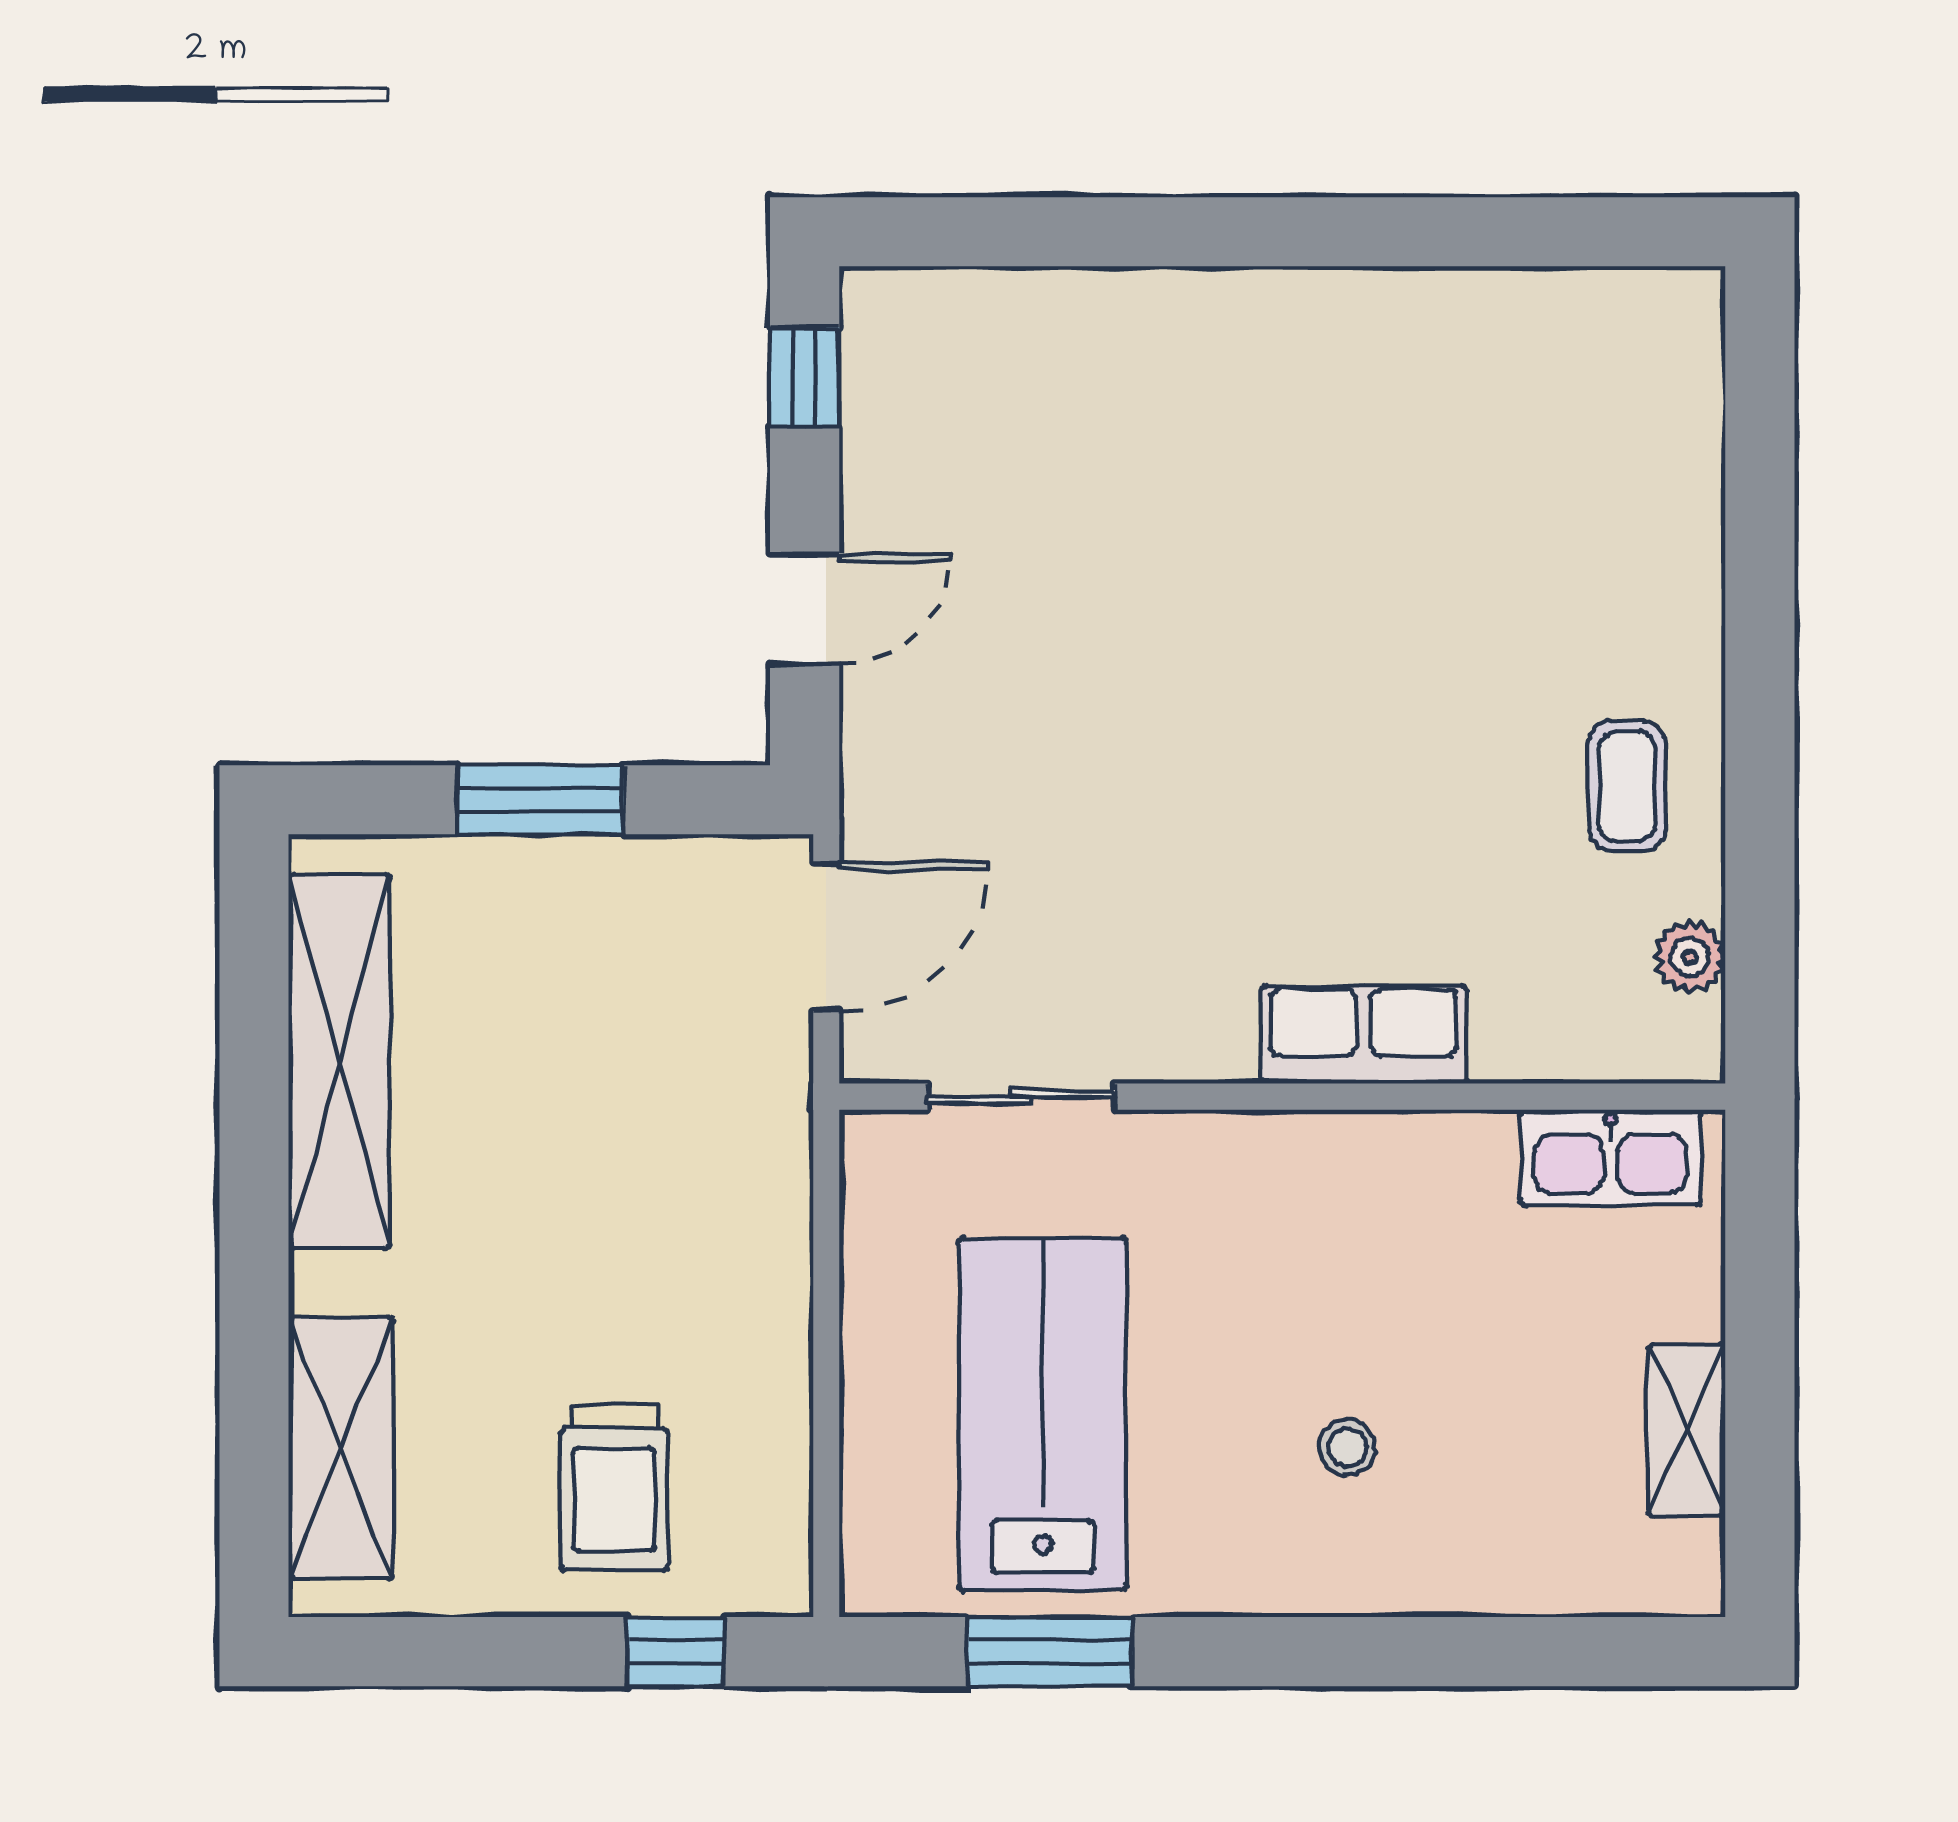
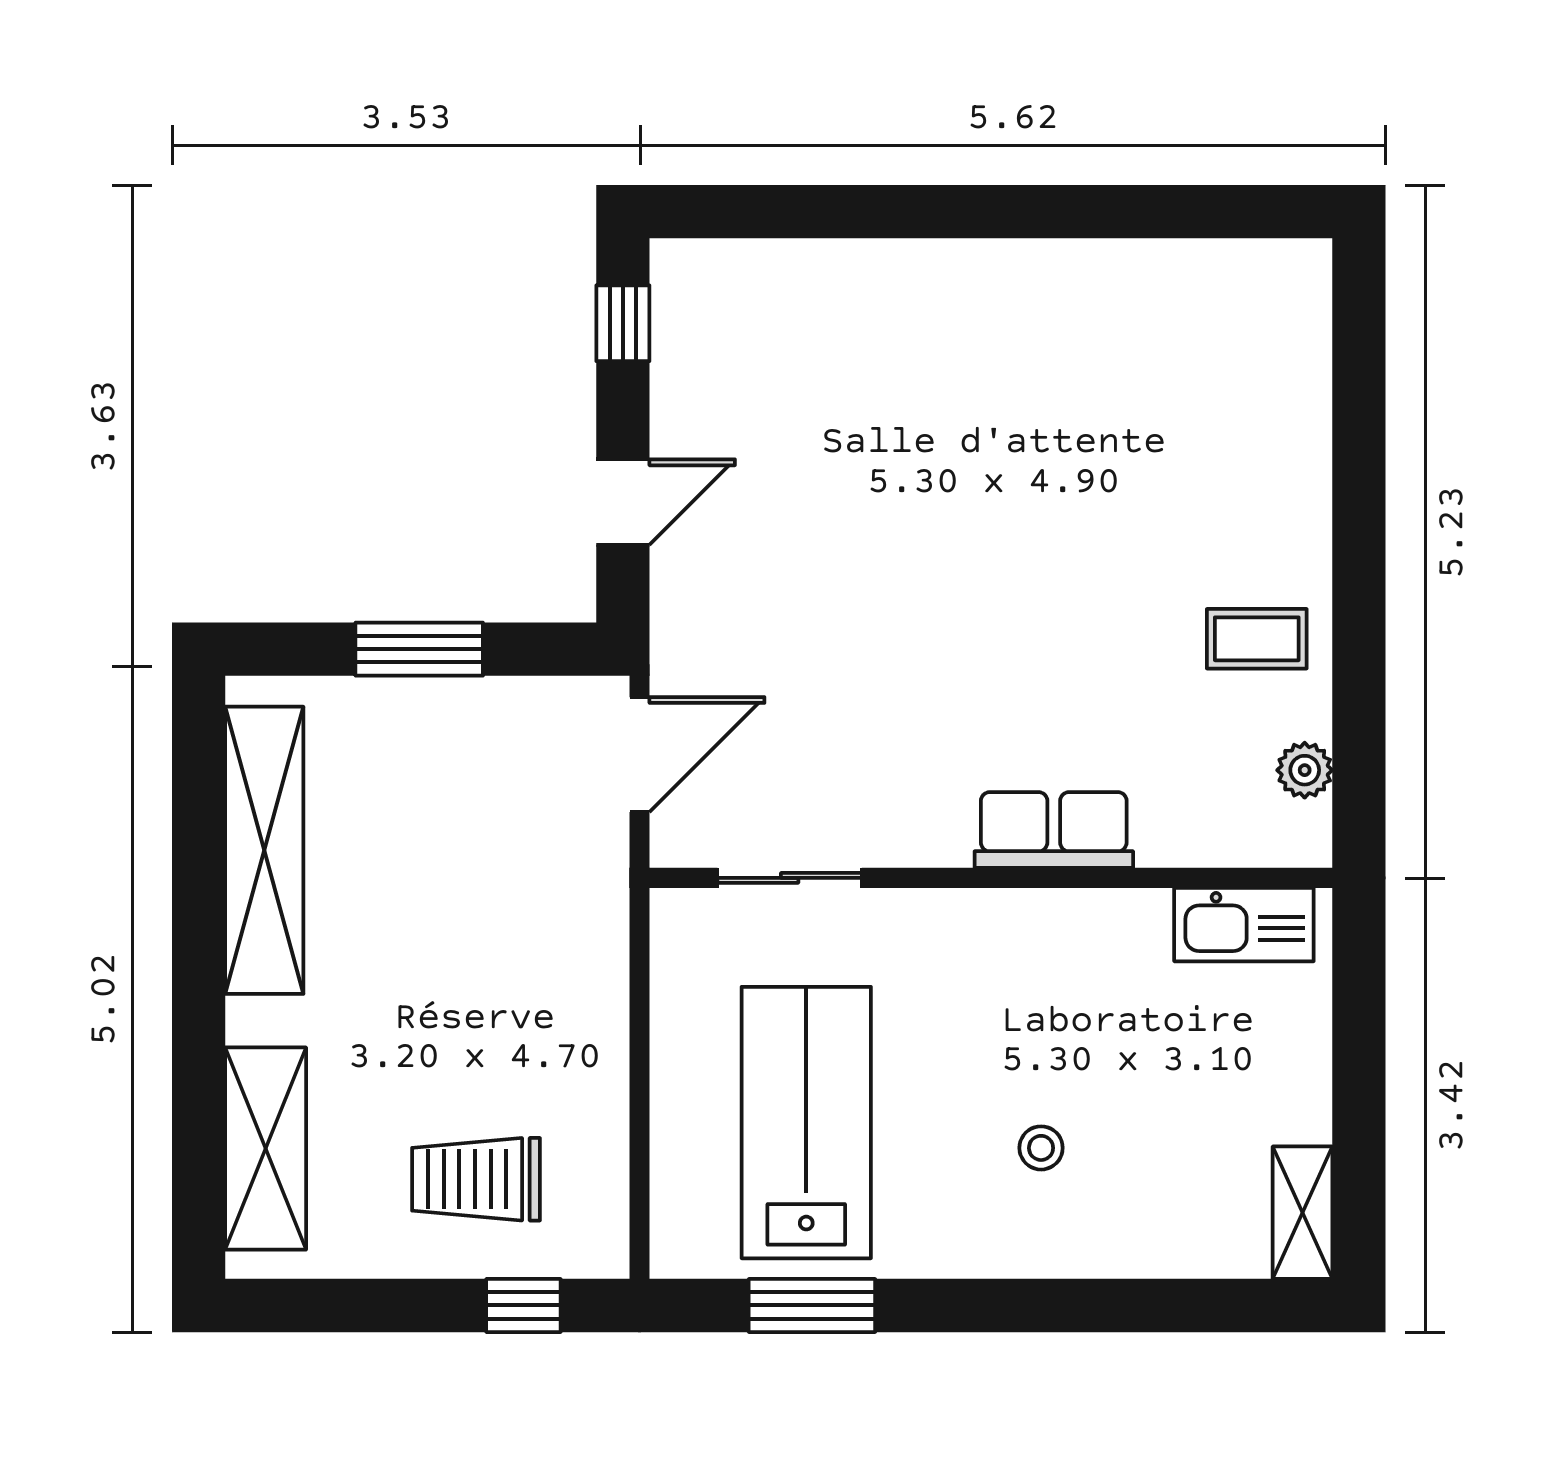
coffee table: (1627, 786) -> (1257, 639), turned 90
shelving: (1687, 1430) -> (1302, 1213), moved
trolley: (614, 1488) -> (476, 1179), turned 90

